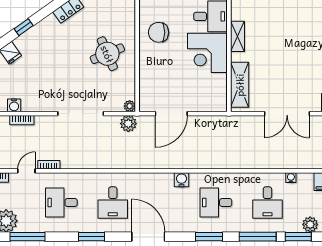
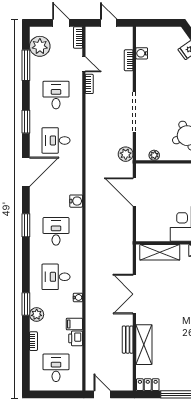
plant: (130, 106) -> (154, 155), moved
window: (258, 237) -> (26, 268), removed

